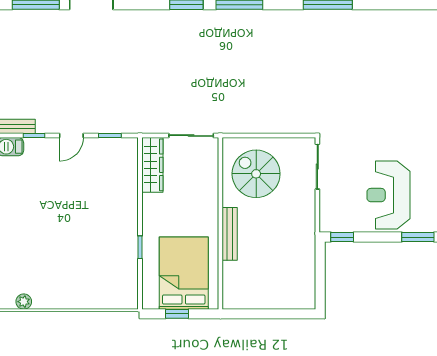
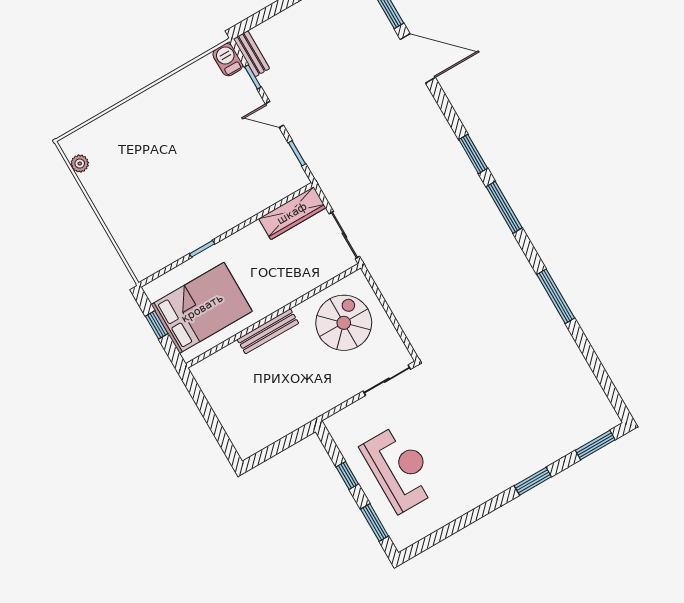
reception desk: (389, 195) -> (400, 468), turned 90
window: (342, 237) -> (347, 475), moved

